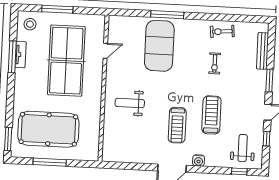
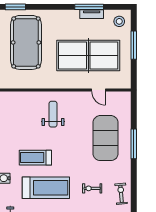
exercise mat: (159, 46) -> (106, 138), turned 90
treadmill: (211, 115) -> (46, 188), width x1.37, depth x1.38

